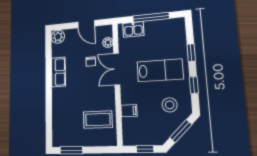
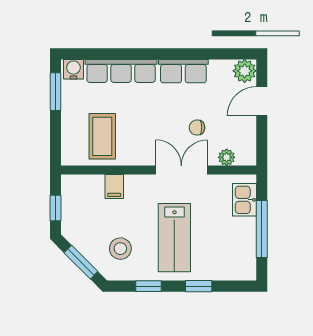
door: (86, 24) -> (262, 101), moved
row of seats: (59, 109) -> (121, 71), added
water cooler: (58, 139) -> (73, 69), added

